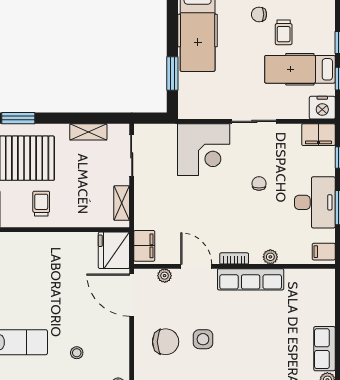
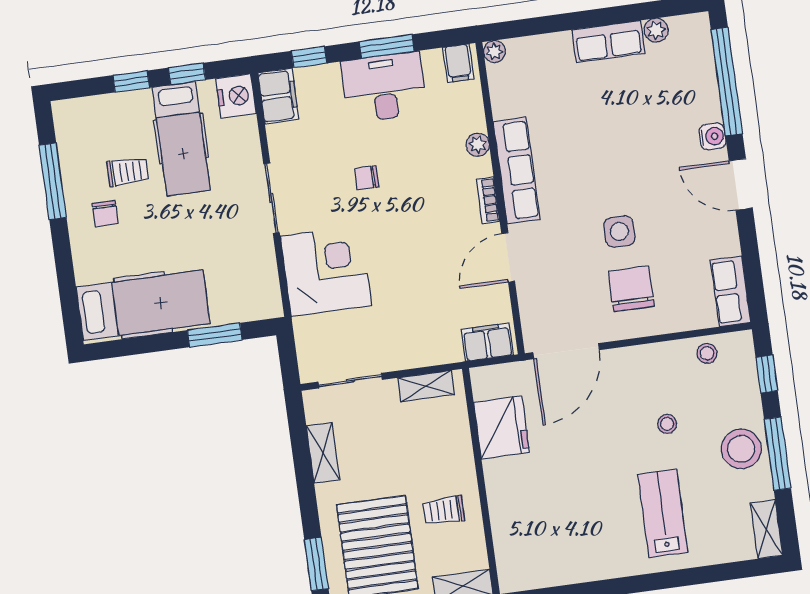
fridge: (114, 250) -> (502, 427), moved, turned -90
plant: (165, 276) -> (494, 51), moved

